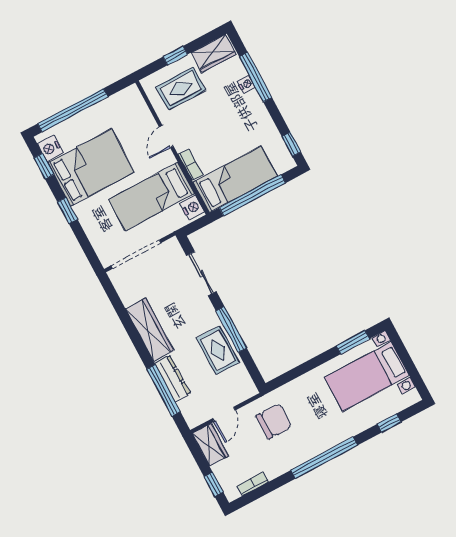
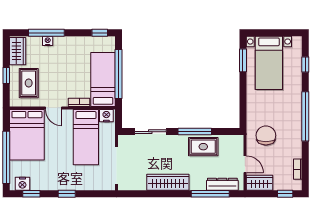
bed: (91, 167) -> (27, 135), moved, turned 180
dresser: (172, 378) -> (222, 184), moved

